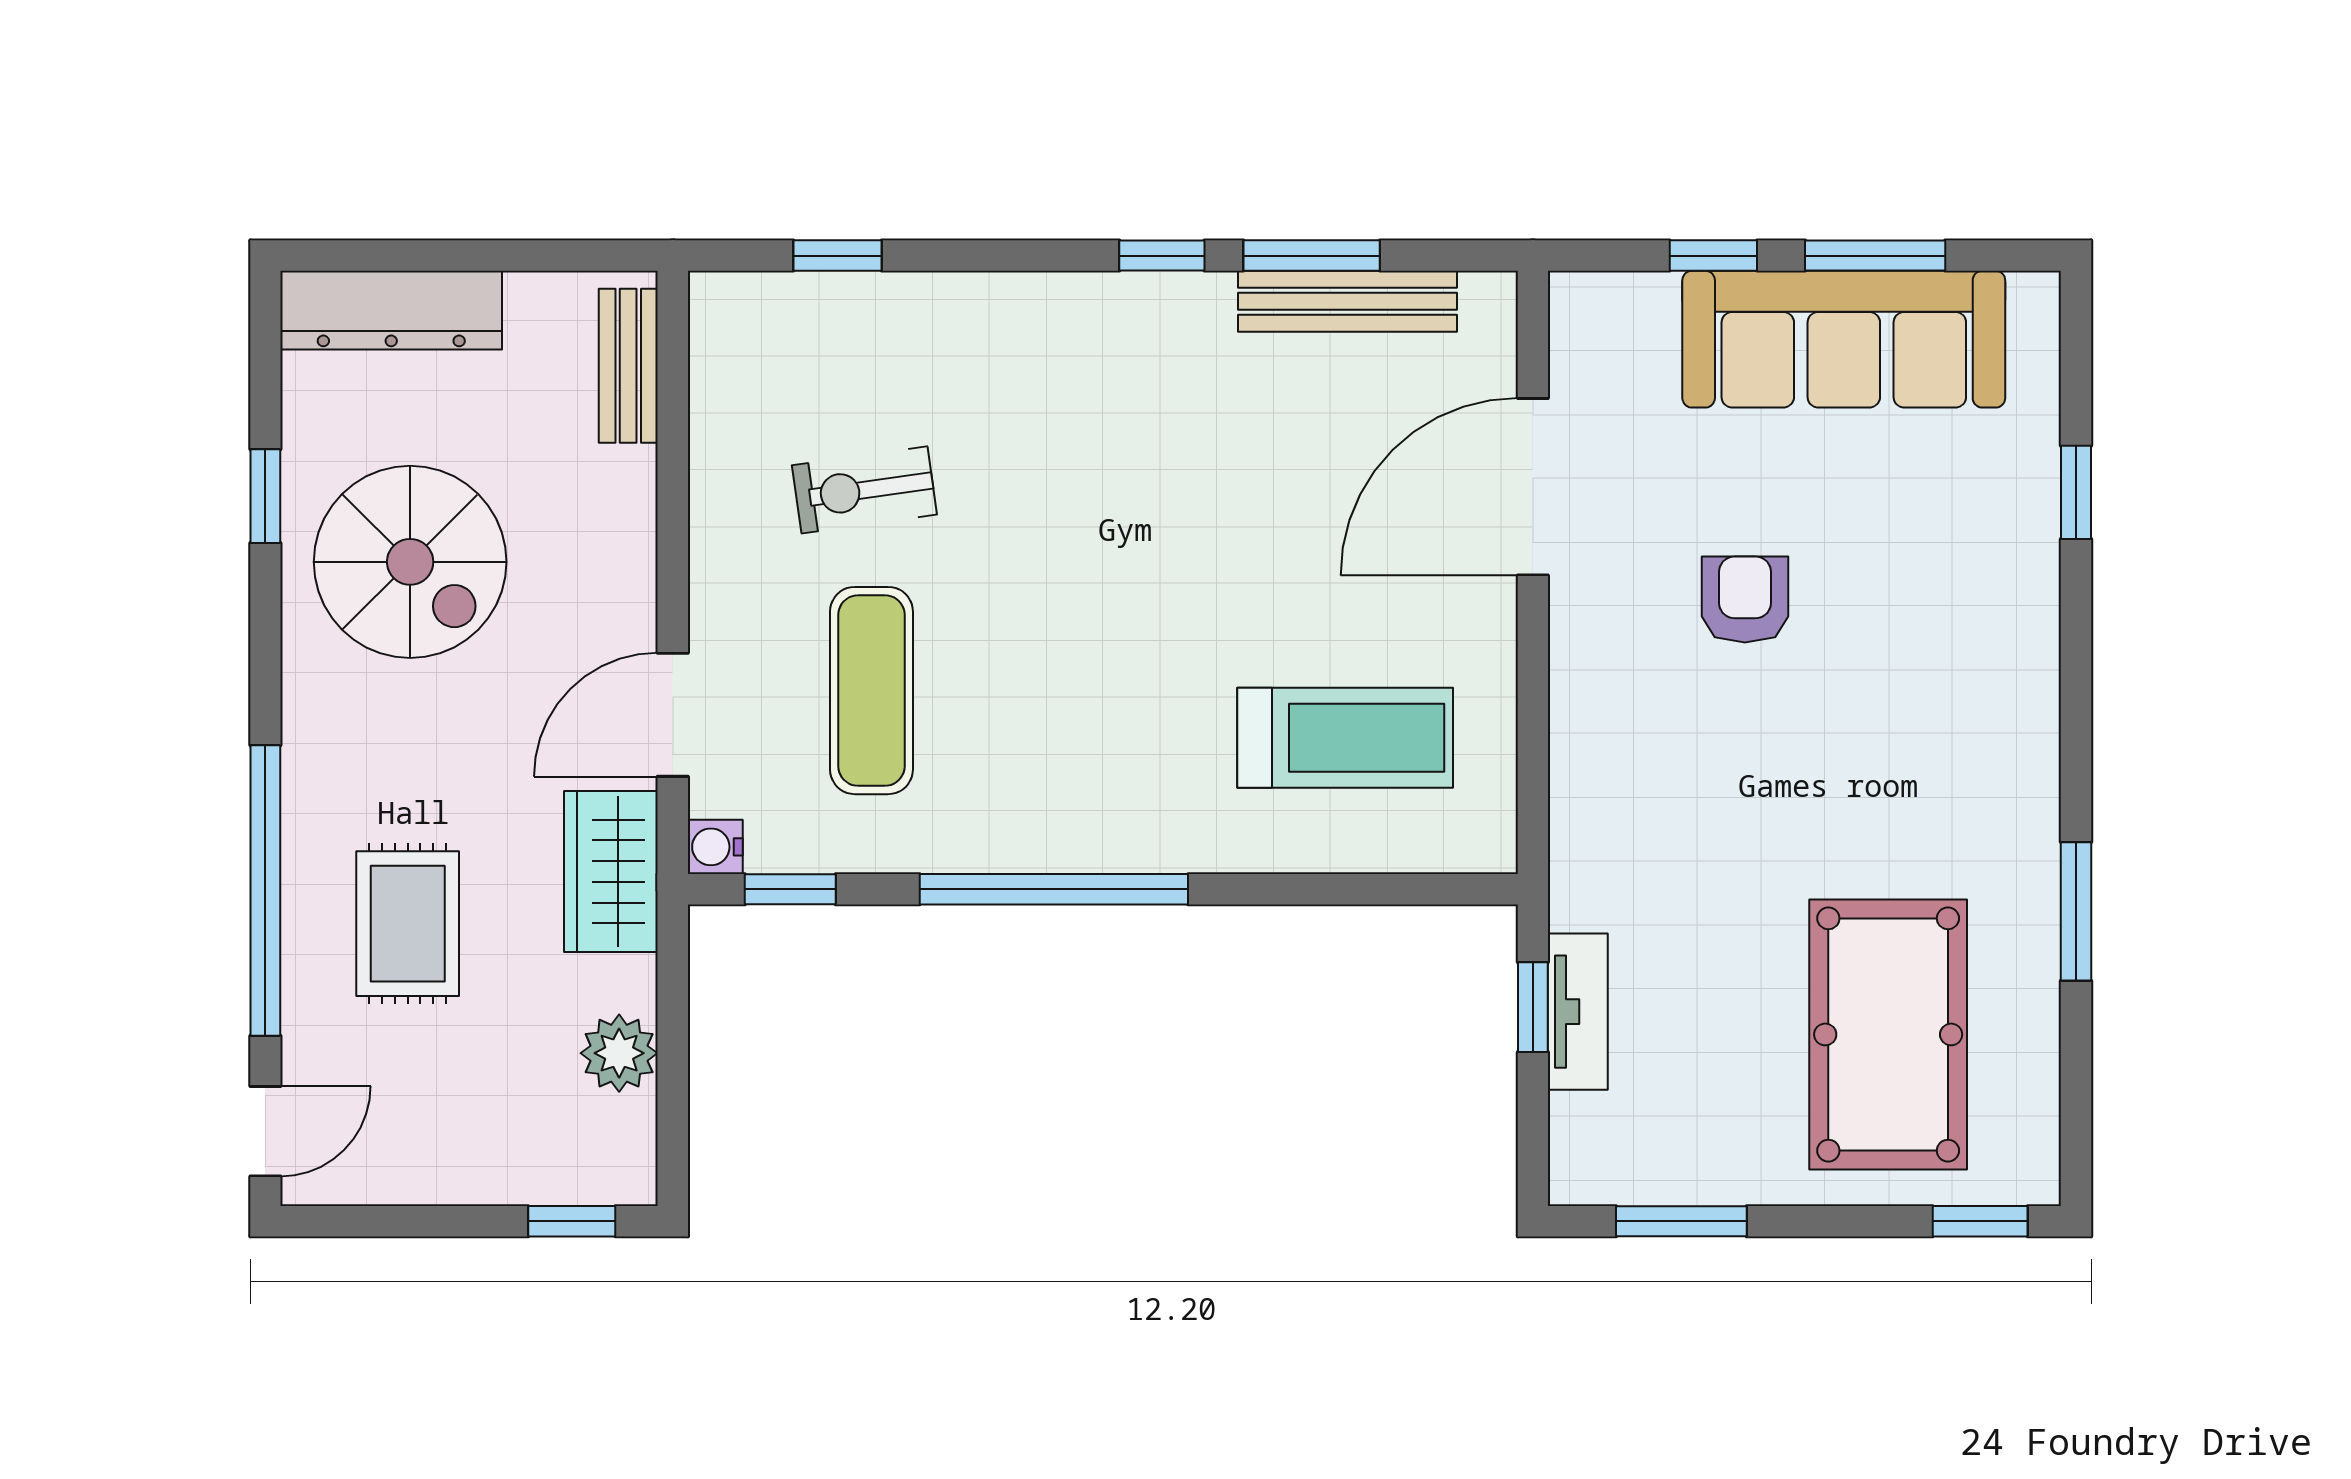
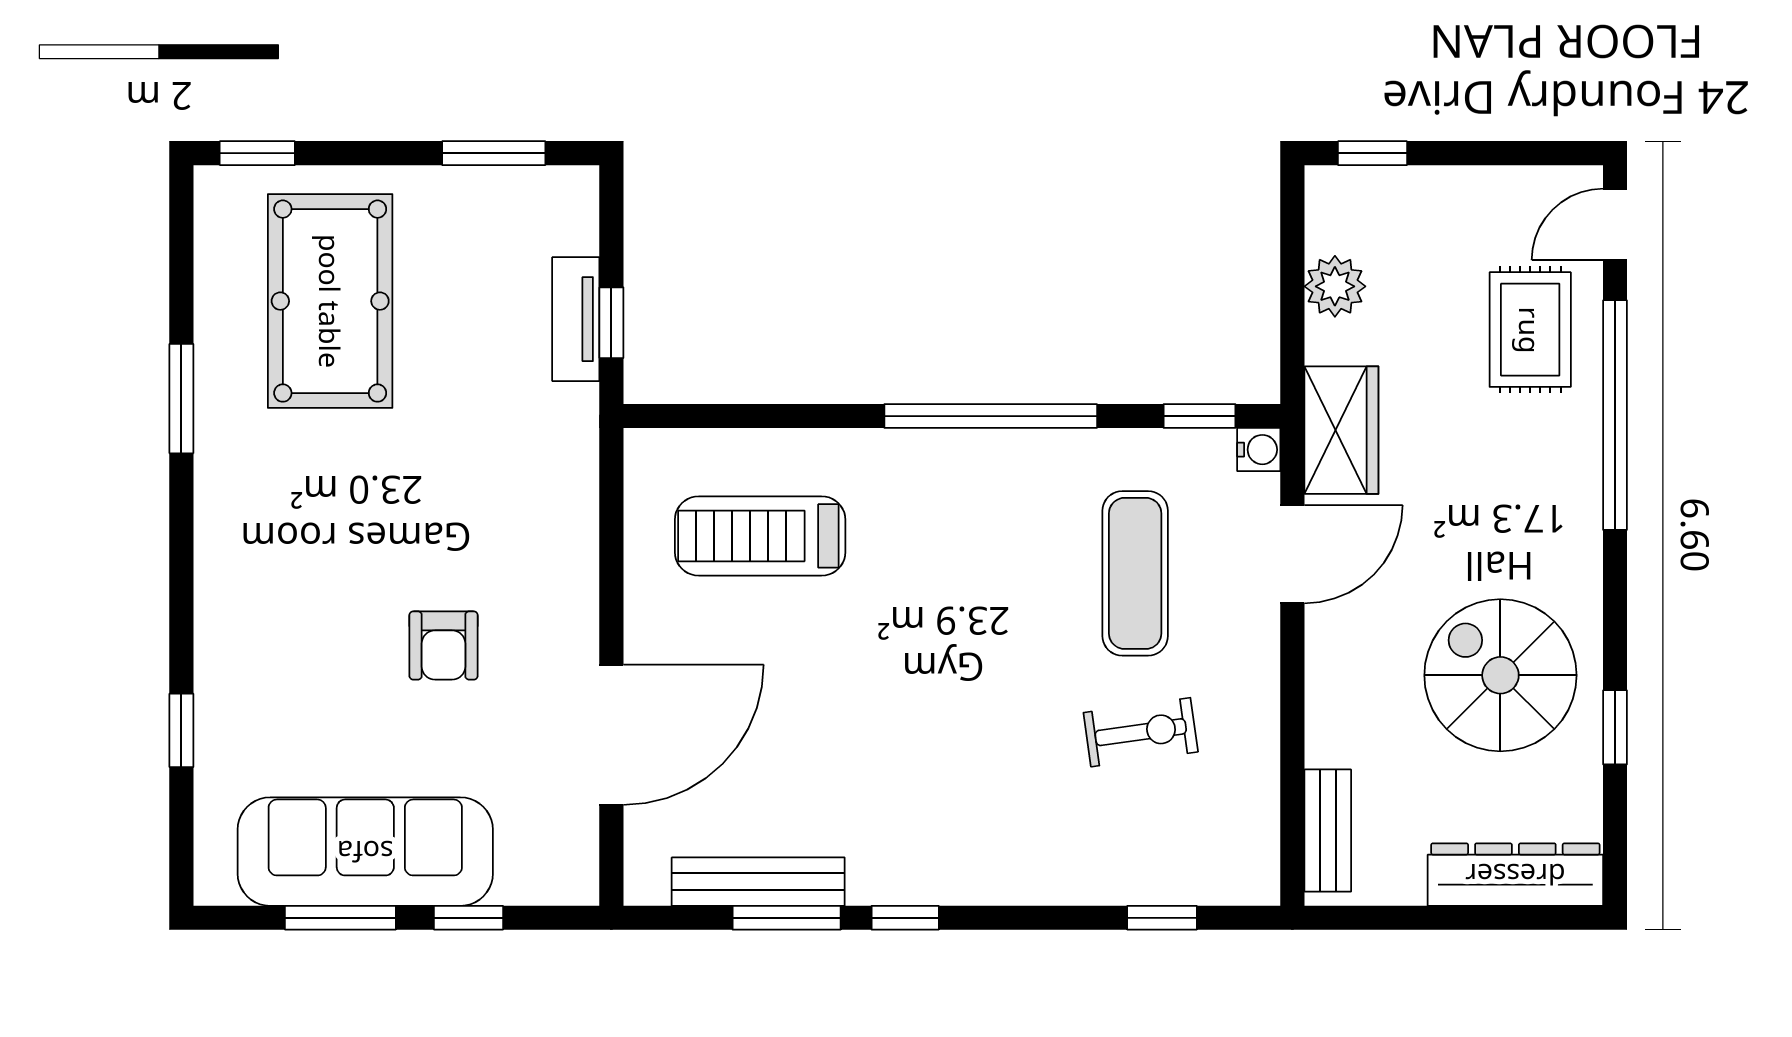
rug: (408, 924) -> (1530, 330), moved

